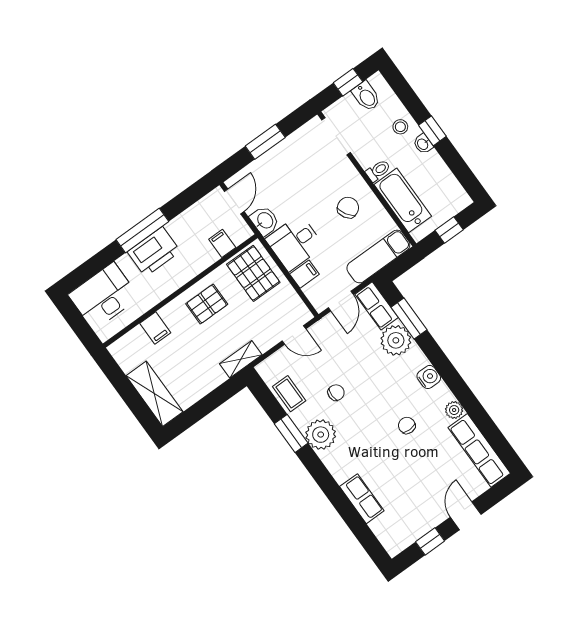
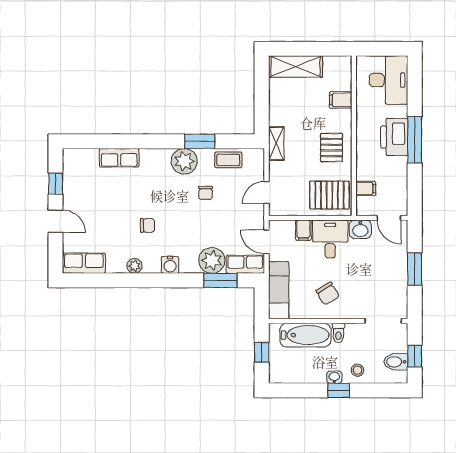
row of seats: (479, 450) -> (84, 263), width x0.68

